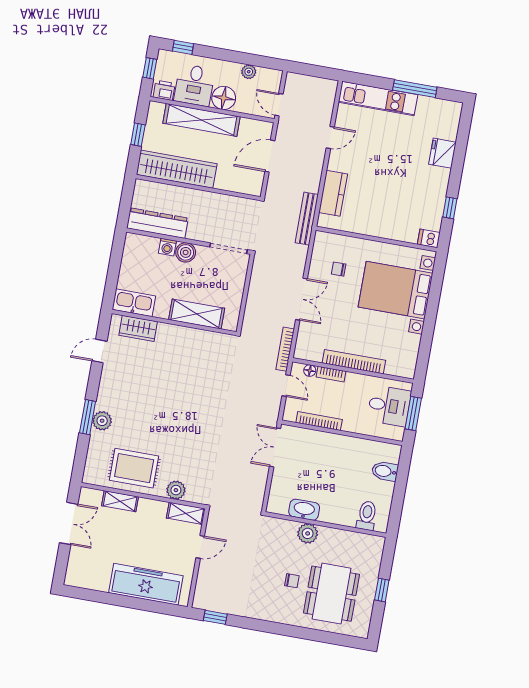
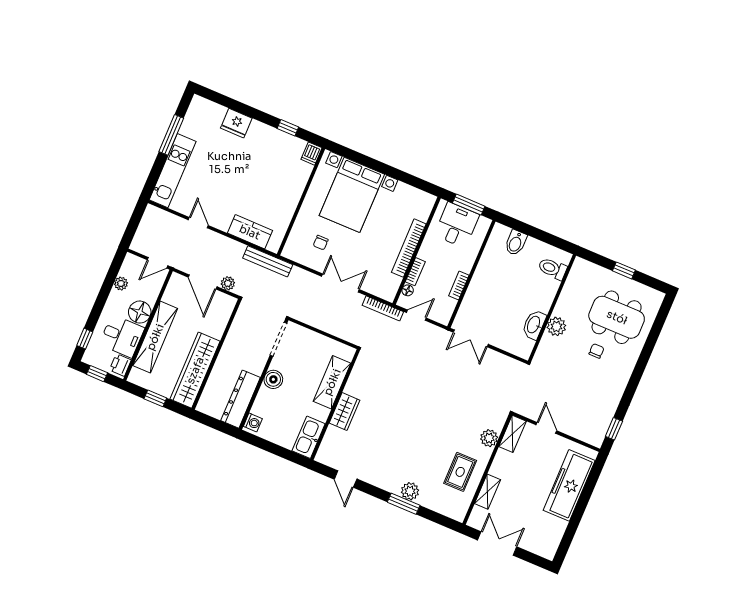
plant: (274, 182) -> (228, 283), added
washing machine: (167, 247) -> (253, 423), moved
wardrobe: (138, 328) -> (344, 412), moved
bookcase: (319, 421) -> (459, 285), width x0.64
rug: (134, 468) -> (460, 472), width x0.73, depth x0.70

